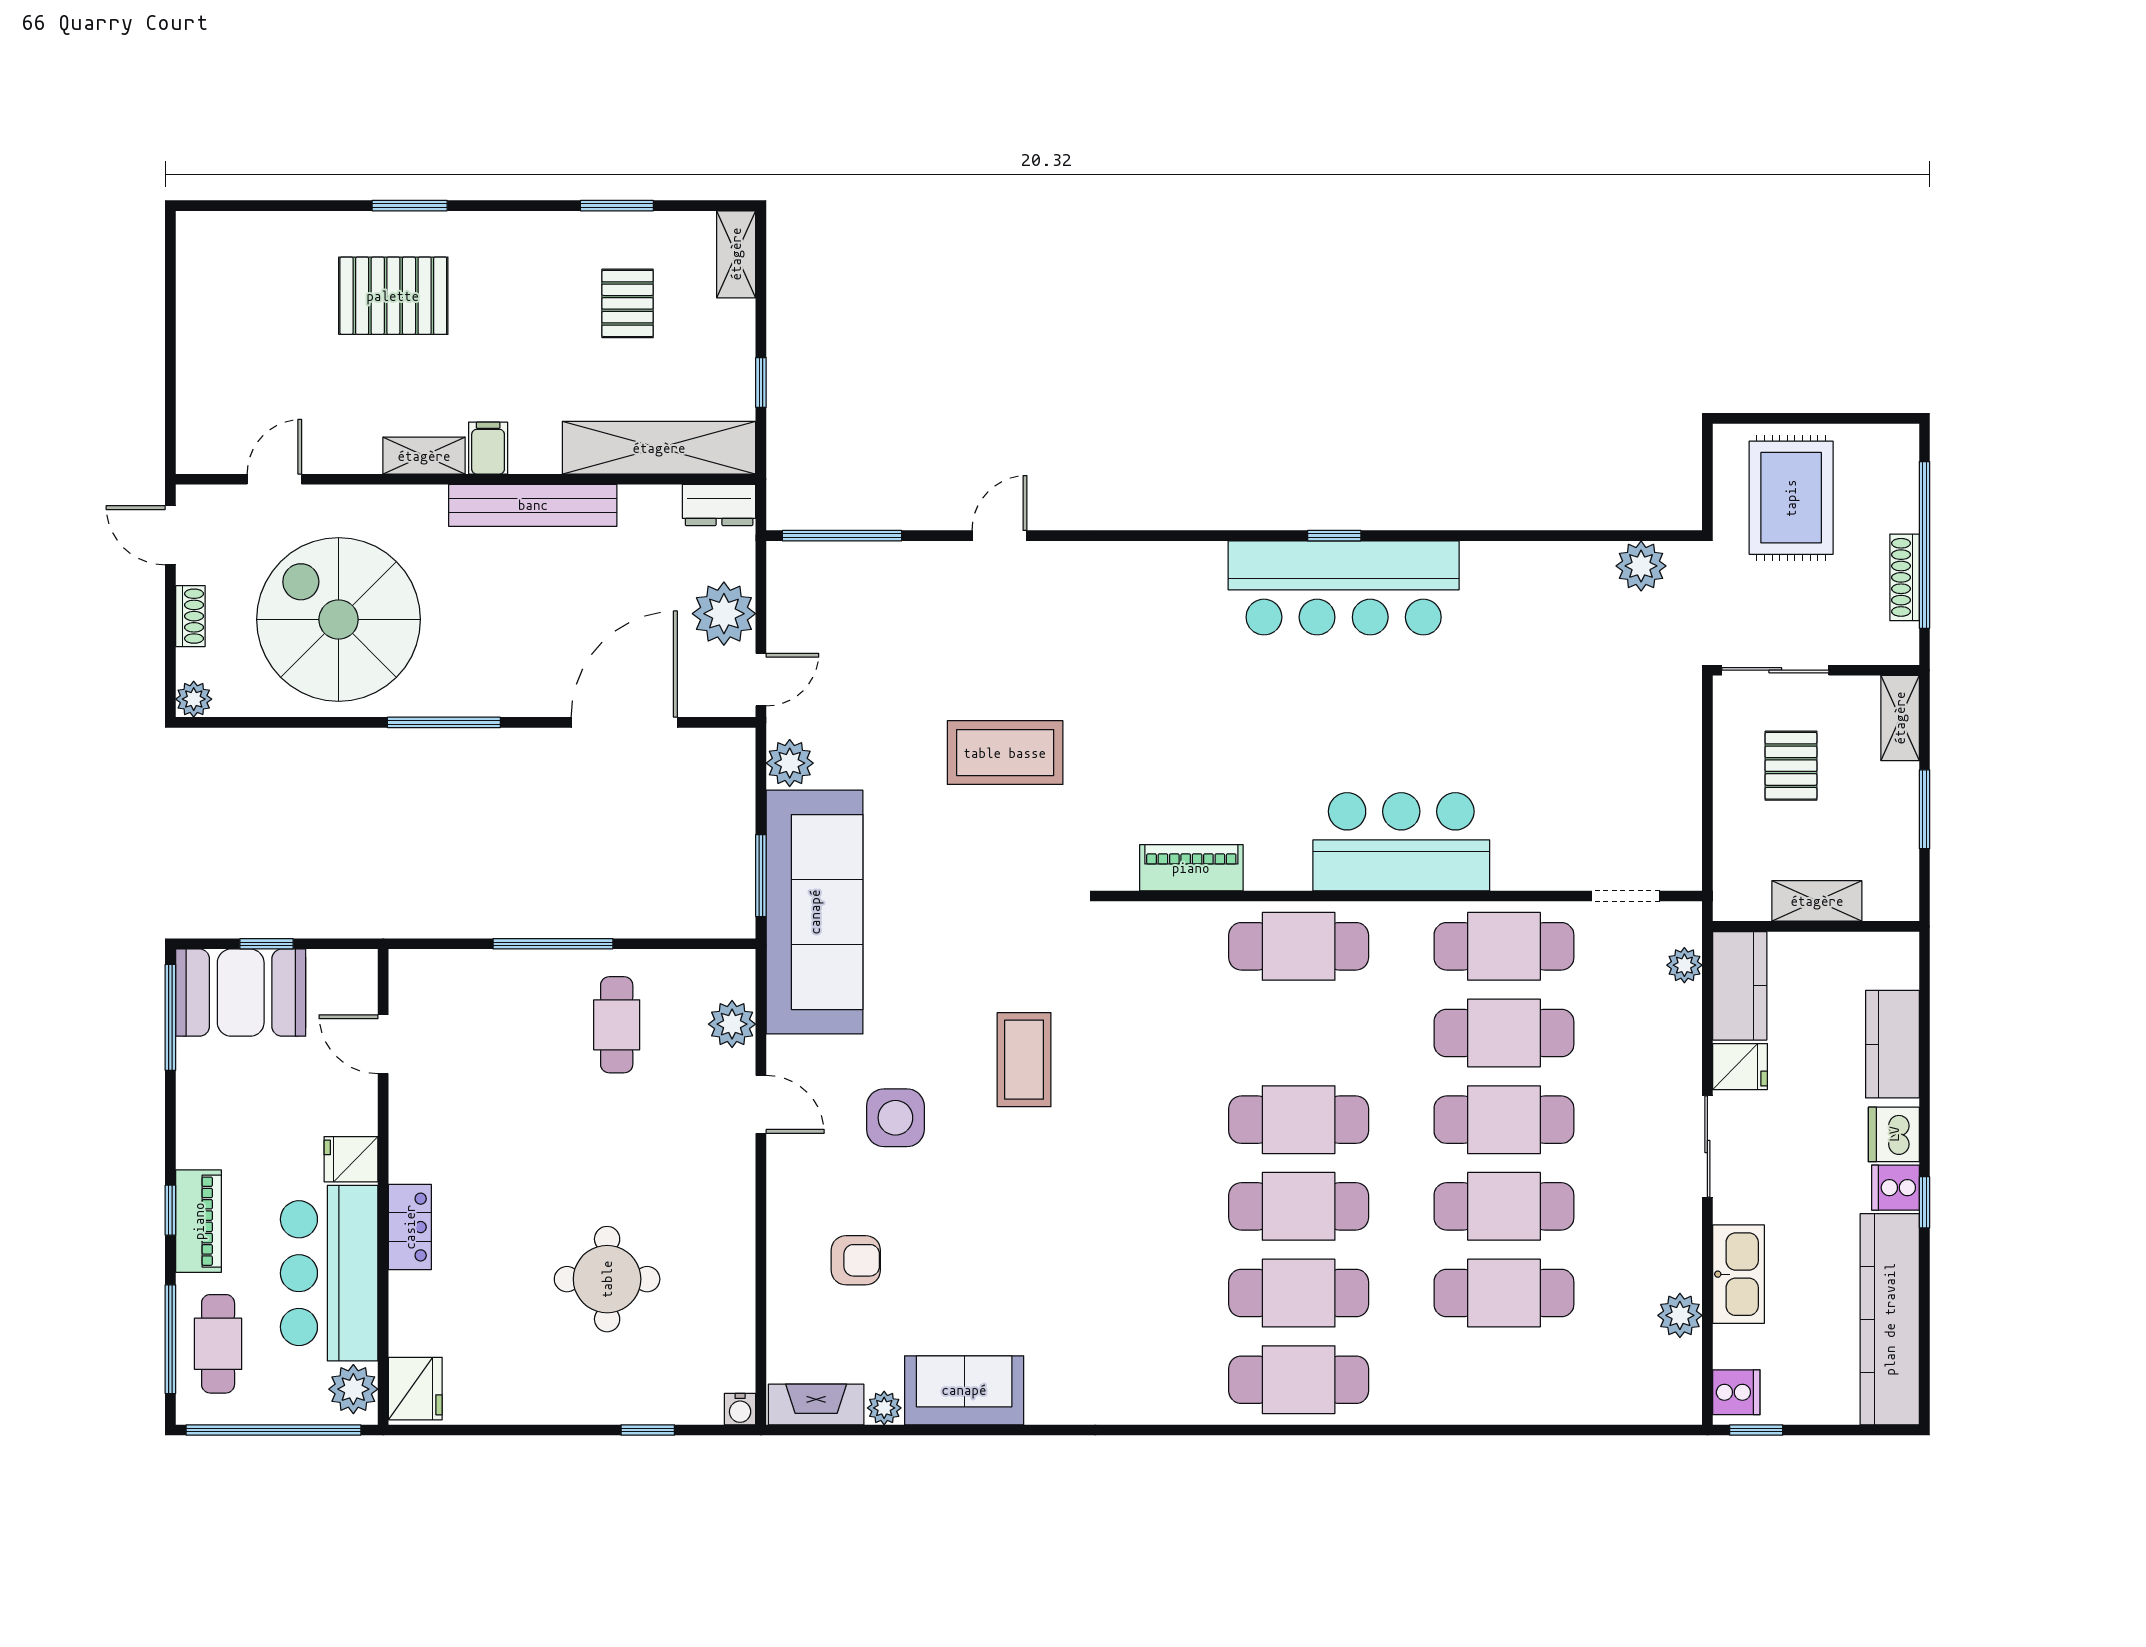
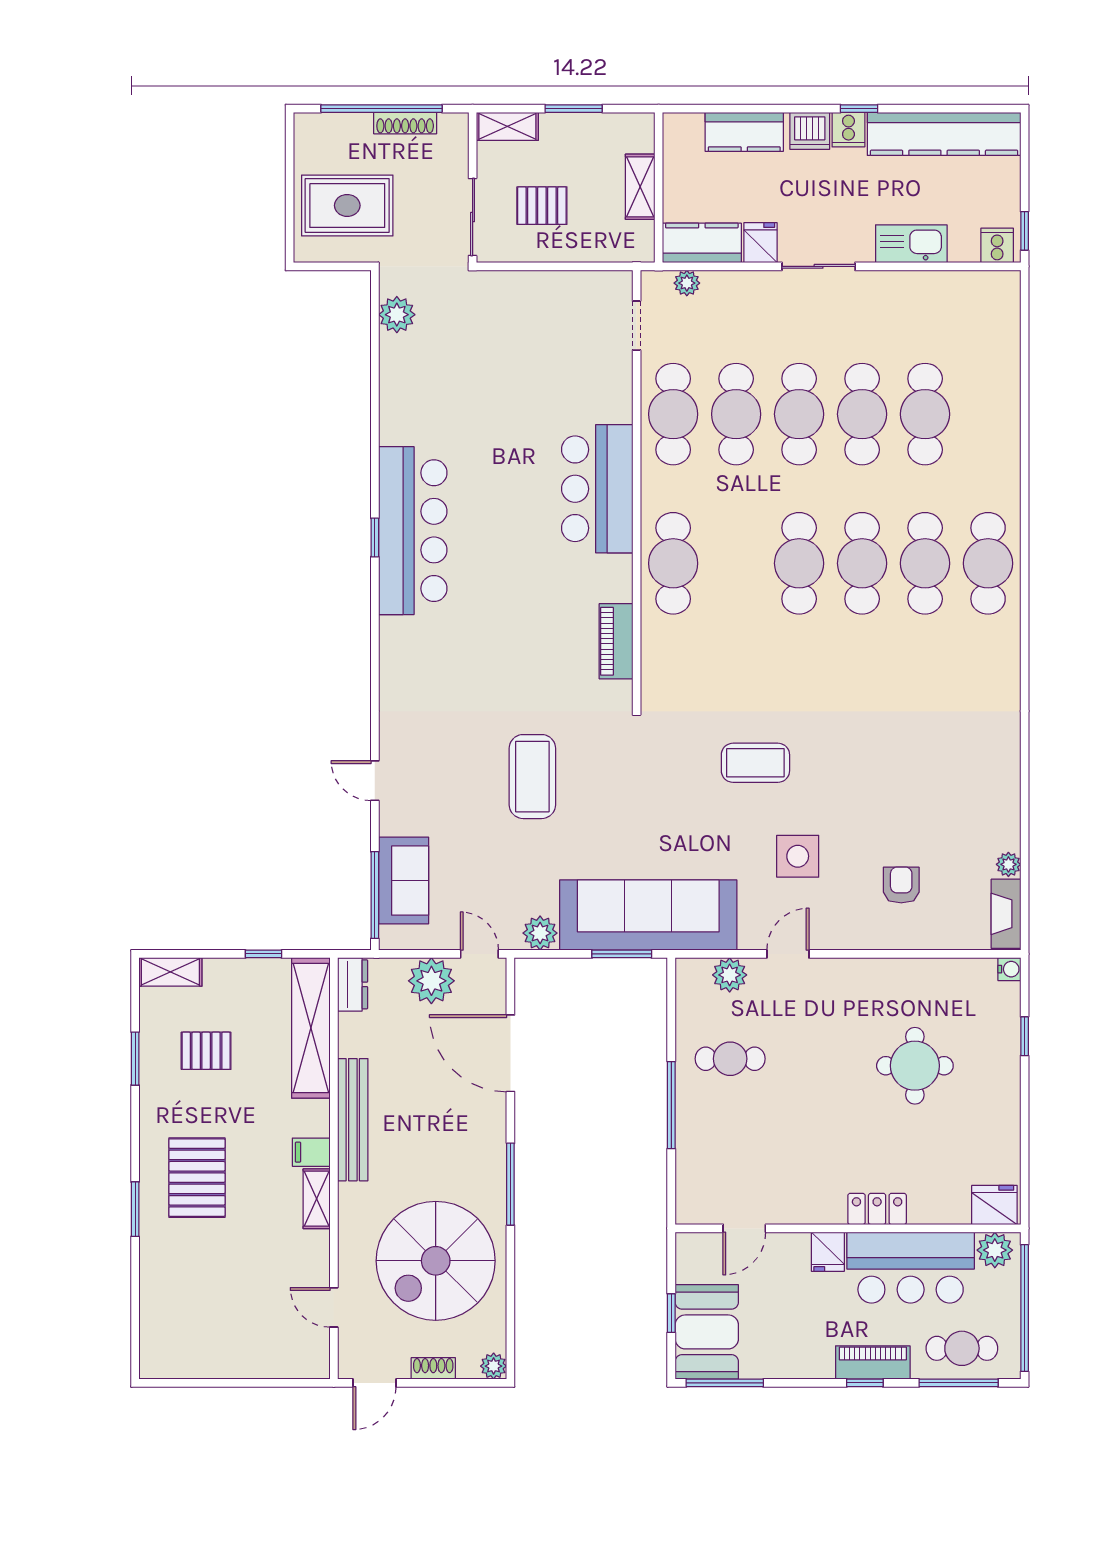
pallet: (393, 296) -> (197, 1178), moved
plant: (1680, 1315) -> (941, 286), removed
sofa: (964, 1390) -> (404, 881), moved, turned 180

